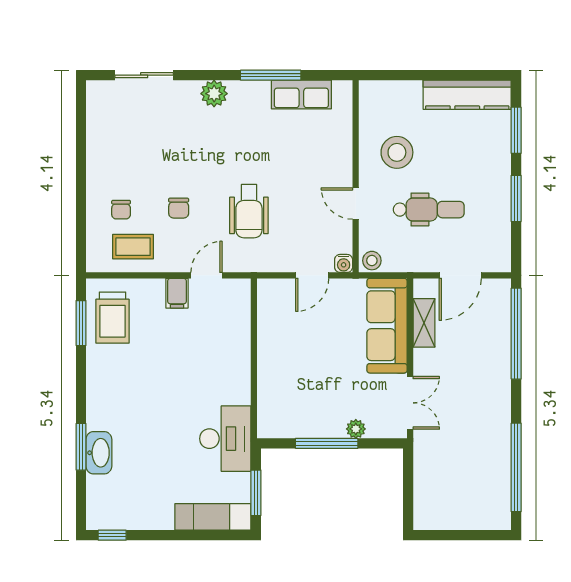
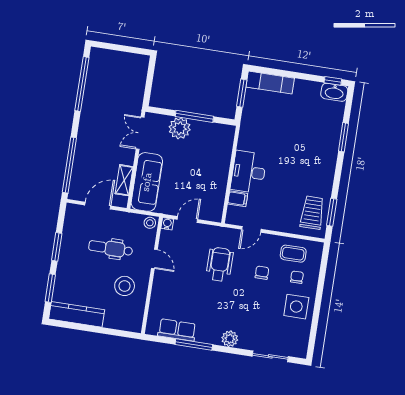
side table: (115, 162) -> (296, 307), added
filing cabinet: (177, 293) -> (238, 199), moved, turned 90
plant: (356, 429) -> (180, 128), width x1.87, depth x1.87
desk: (225, 439) -> (249, 172), moved
washbasin: (99, 453) -> (334, 92), moved, turned -90

